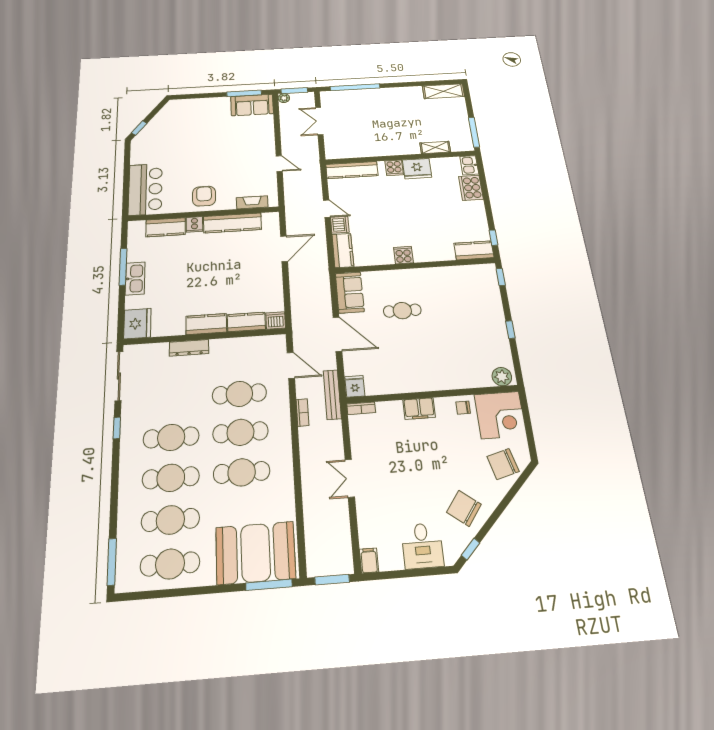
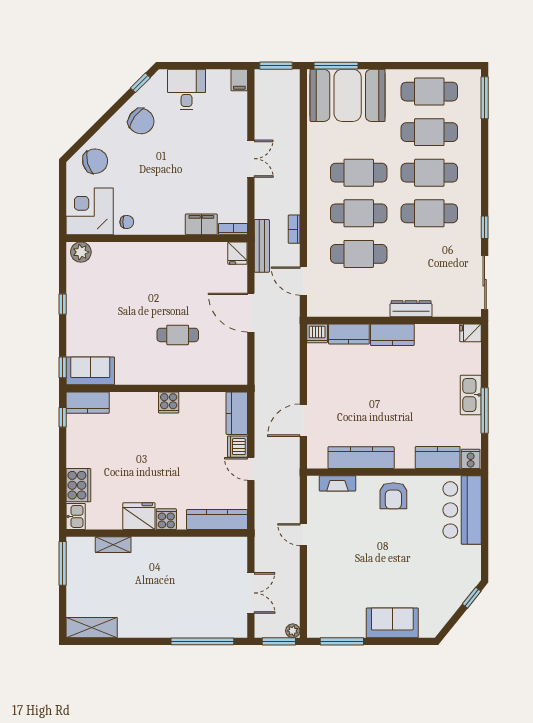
sofa: (252, 105) -> (392, 623), moved
cooker: (194, 224) -> (471, 459), moved
sofa: (350, 293) -> (90, 371), moved, turned 90
fridge: (137, 324) -> (471, 333), width x0.53, depth x0.75
filing cabinet: (419, 409) -> (201, 224), moved

